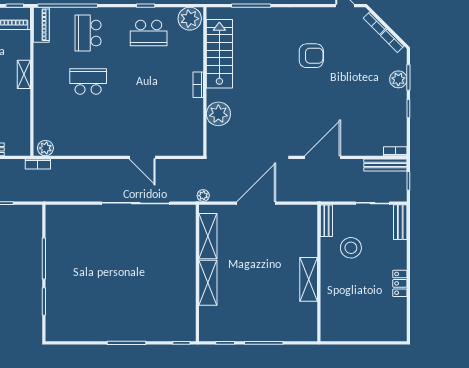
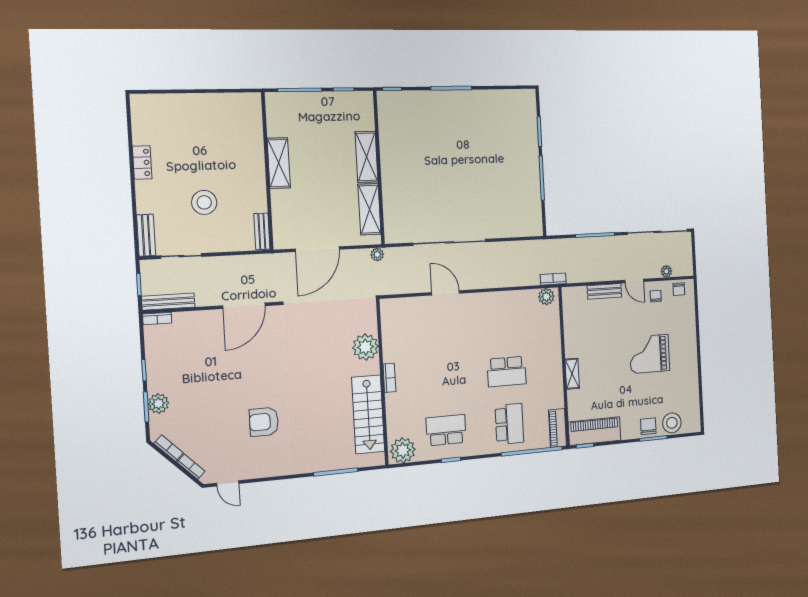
bench: (326, 221) -> (262, 231), moved
wall: (319, 273) -> (267, 171), moved
shelving: (309, 279) -> (279, 163), moved

